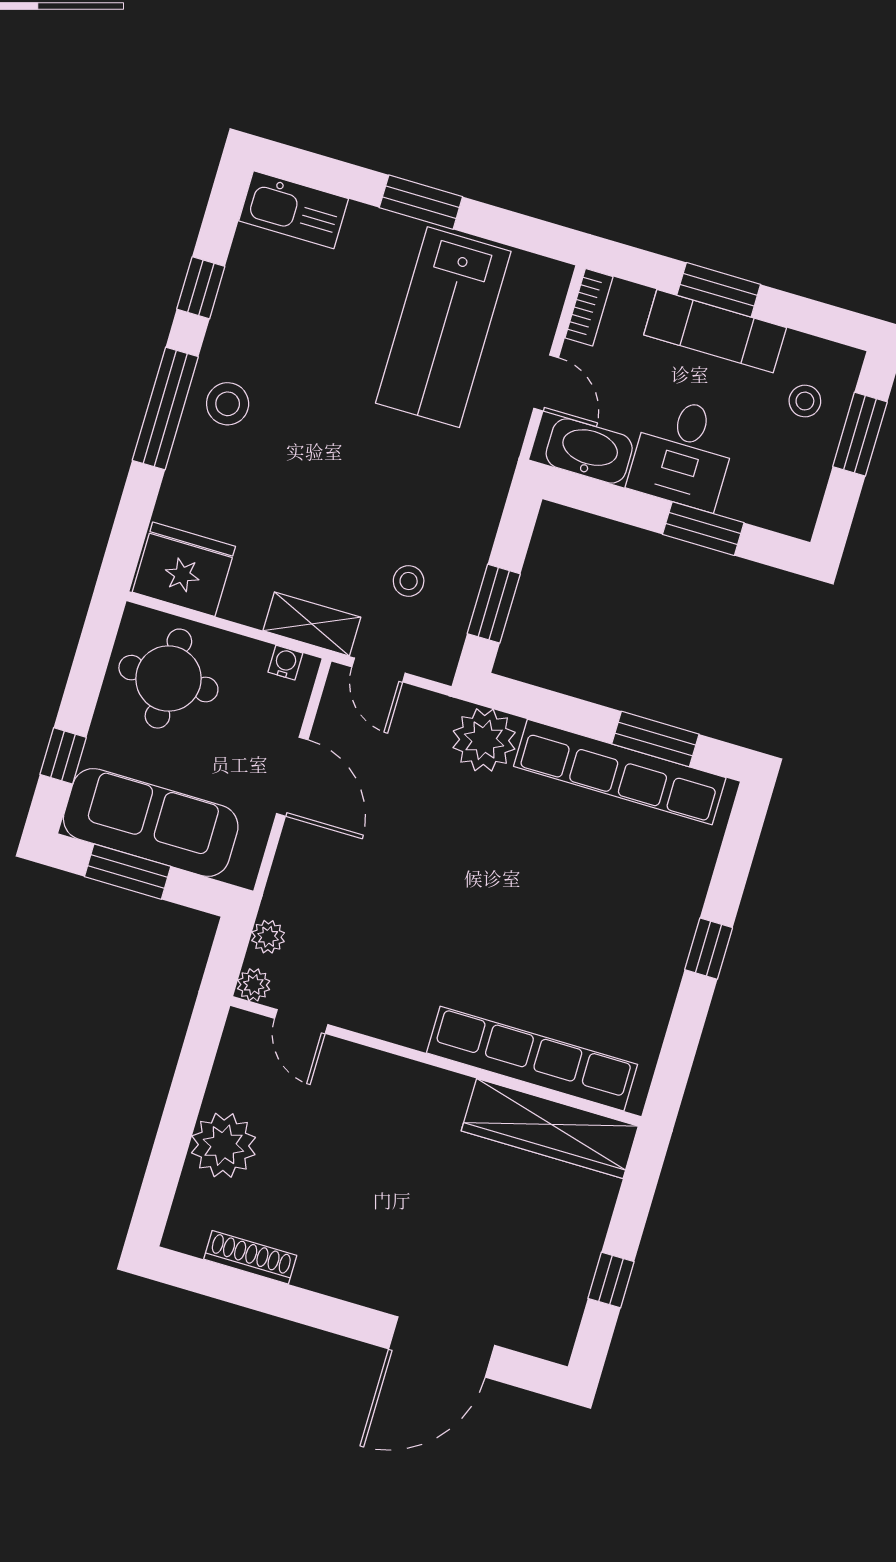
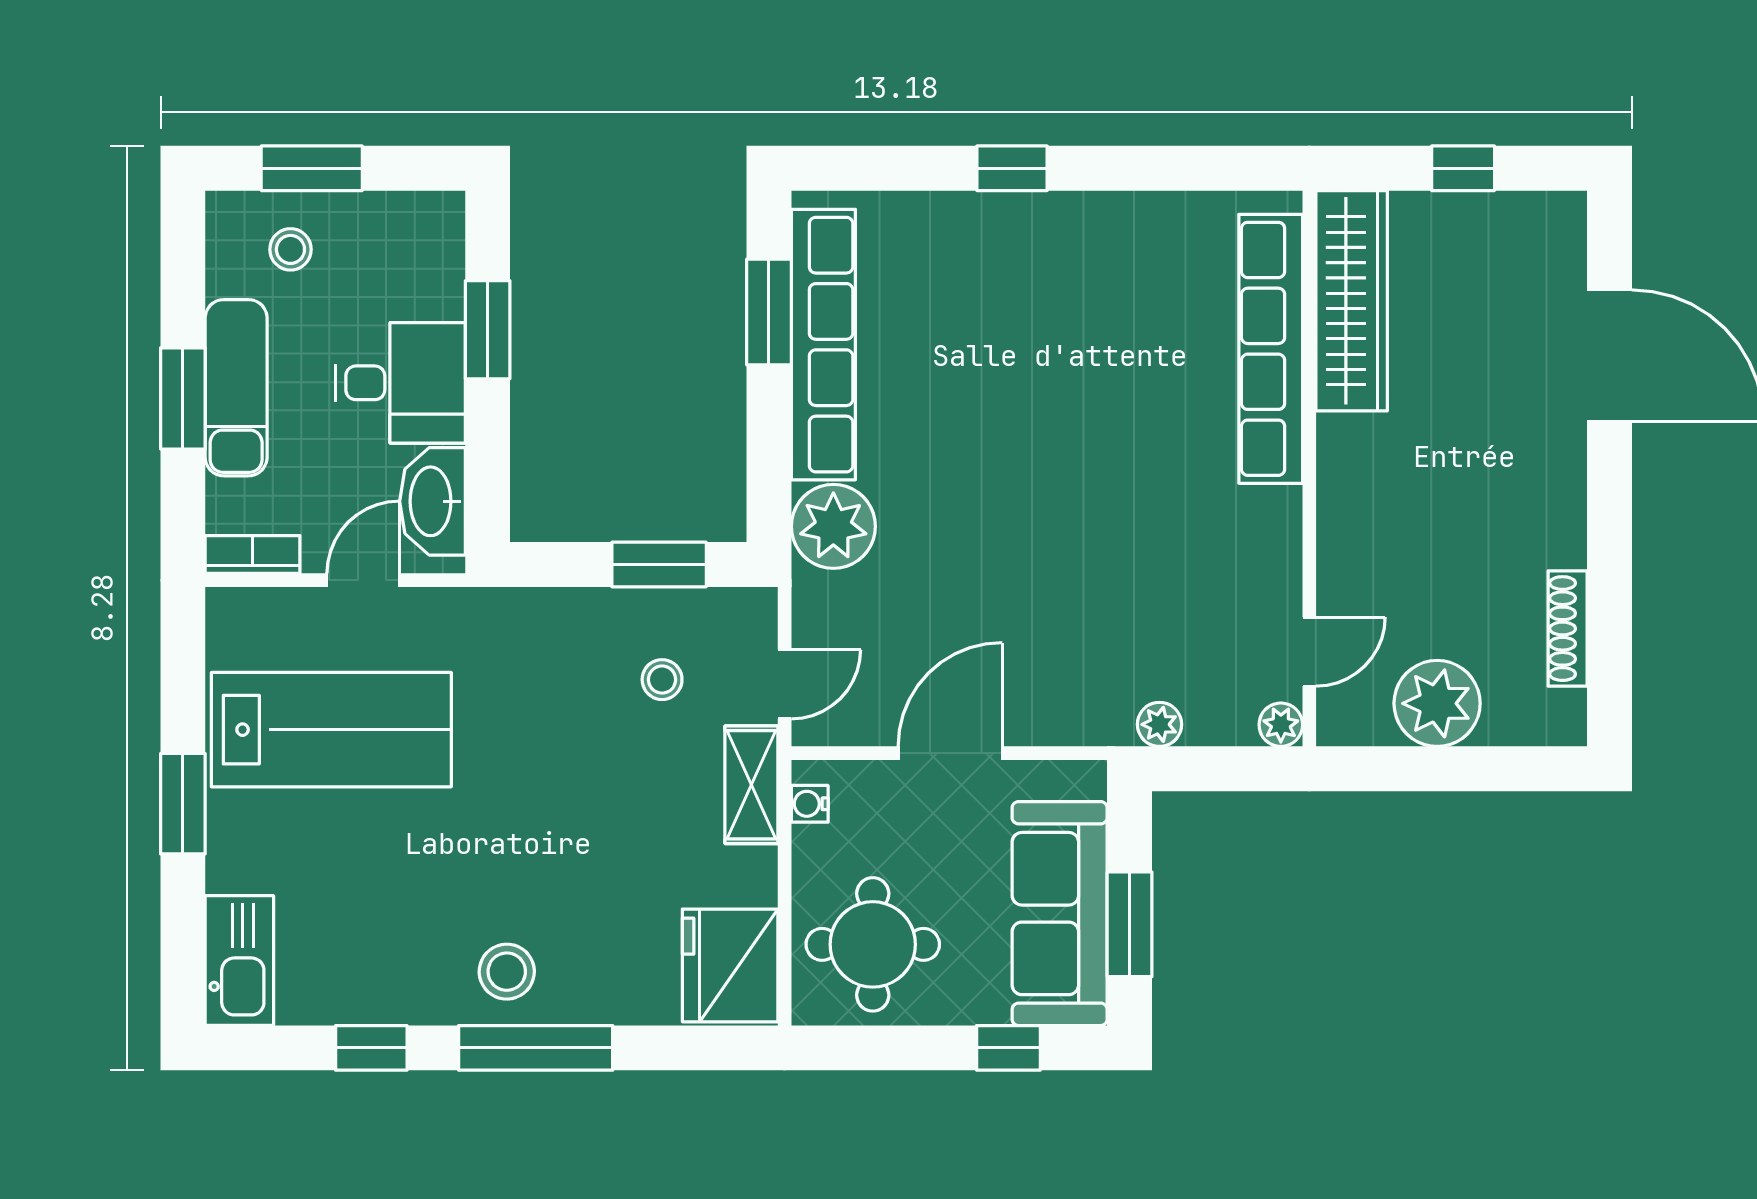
plant: (254, 985) -> (1281, 725), moved
door: (301, 1022) -> (1309, 652), moved
row of seats: (532, 1059) -> (1271, 349), moved
wall: (436, 1061) -> (1309, 469), moved
wardrobe: (550, 1129) -> (1352, 301), moved

